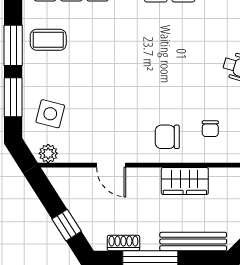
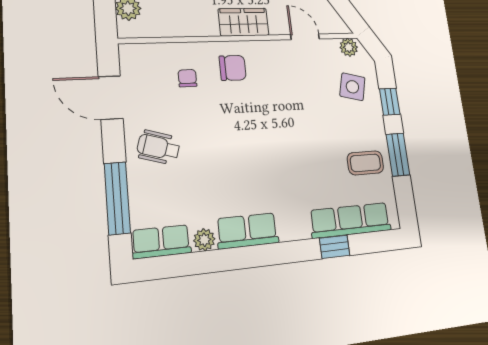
window: (13, 97) -> (390, 102), width x0.67
door: (111, 165) -> (305, 37), moved
wardrobe: (185, 181) -> (244, 22), moved

